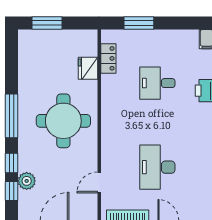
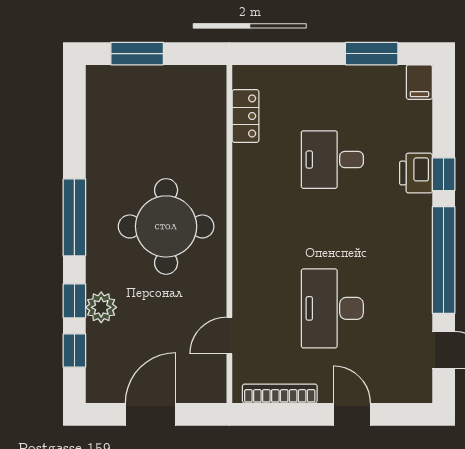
window: (139, 23) -> (372, 54), moved
fridge: (88, 68) -> (210, 133), removed
plant: (27, 181) -> (101, 307), moved

